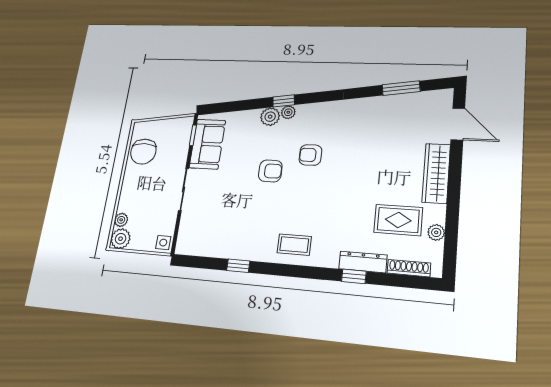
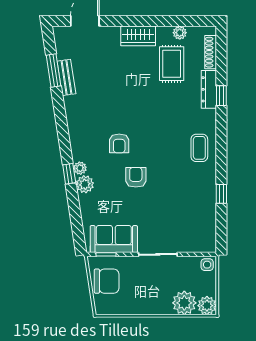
bench: (392, 102) -> (66, 77), added
chair: (143, 152) -> (107, 281), moved
wardrobe: (436, 173) -> (138, 36), width x0.67
plant: (121, 220) -> (184, 303), width x1.87, depth x1.87

